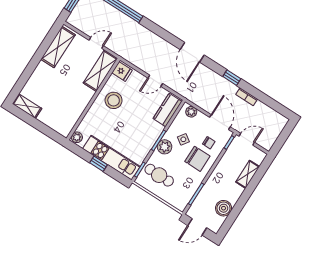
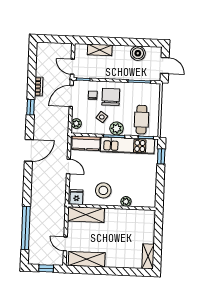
door: (96, 43) -> (65, 244), moved
plant: (77, 137) -> (126, 201), moved
kitchen unit: (111, 158) -> (128, 145), moved, turned -90
window: (98, 164) -> (161, 156), moved

